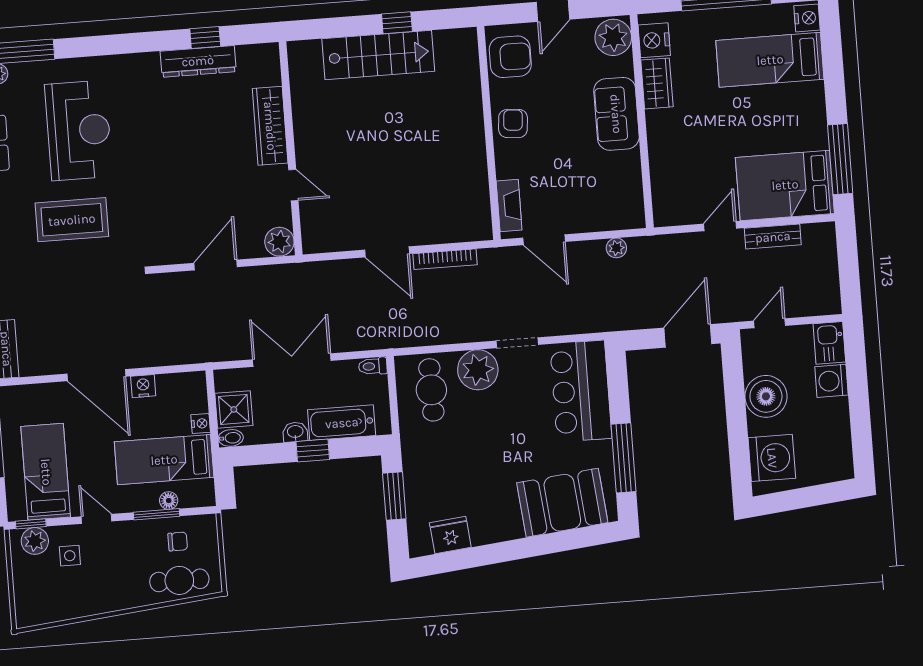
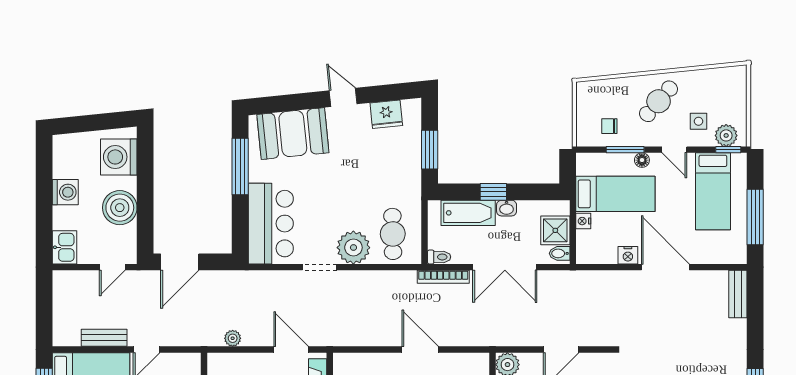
bookcase: (445, 259) -> (443, 277), moved, turned 180
washing machine: (832, 381) -> (65, 192), moved
bidet: (231, 438) -> (560, 253), moved
floor lamp: (169, 501) -> (642, 160), moved
door: (504, 552) -> (343, 97), added
cafe table: (179, 580) -> (659, 101), moved, turned -49

